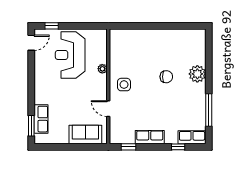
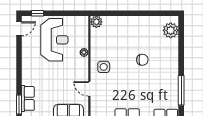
plant: (116, 35) -> (96, 22), added
reception desk: (70, 55) -> (54, 40), turned 180
plant: (197, 74) -> (171, 30), moved

